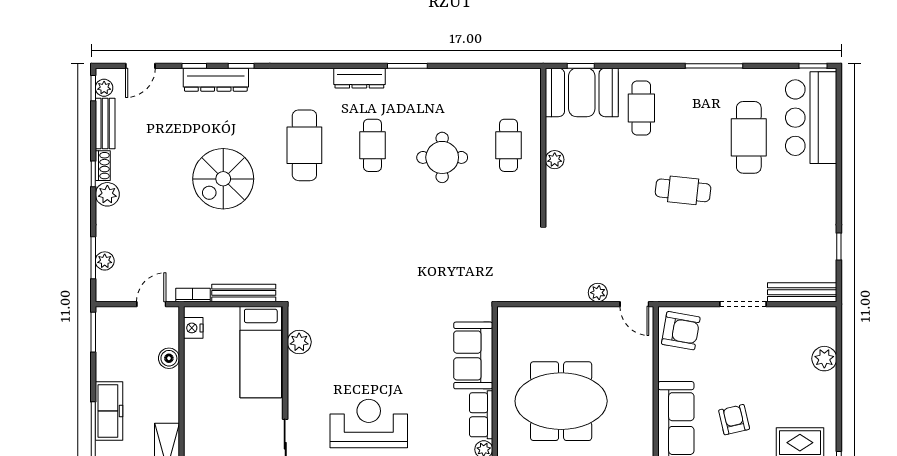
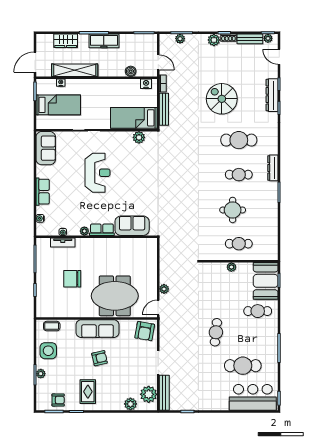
plant: (805, 323) -> (149, 394), added
meeting table: (561, 401) -> (115, 296), moved, turned 90

